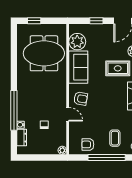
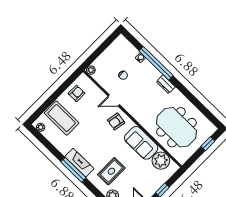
meeting table: (44, 53) -> (176, 127), turned 90
dresser: (22, 138) -> (166, 84), moved
coffee table: (115, 138) -> (62, 118), width x1.86, depth x1.72
window: (107, 158) -> (53, 98), removed

